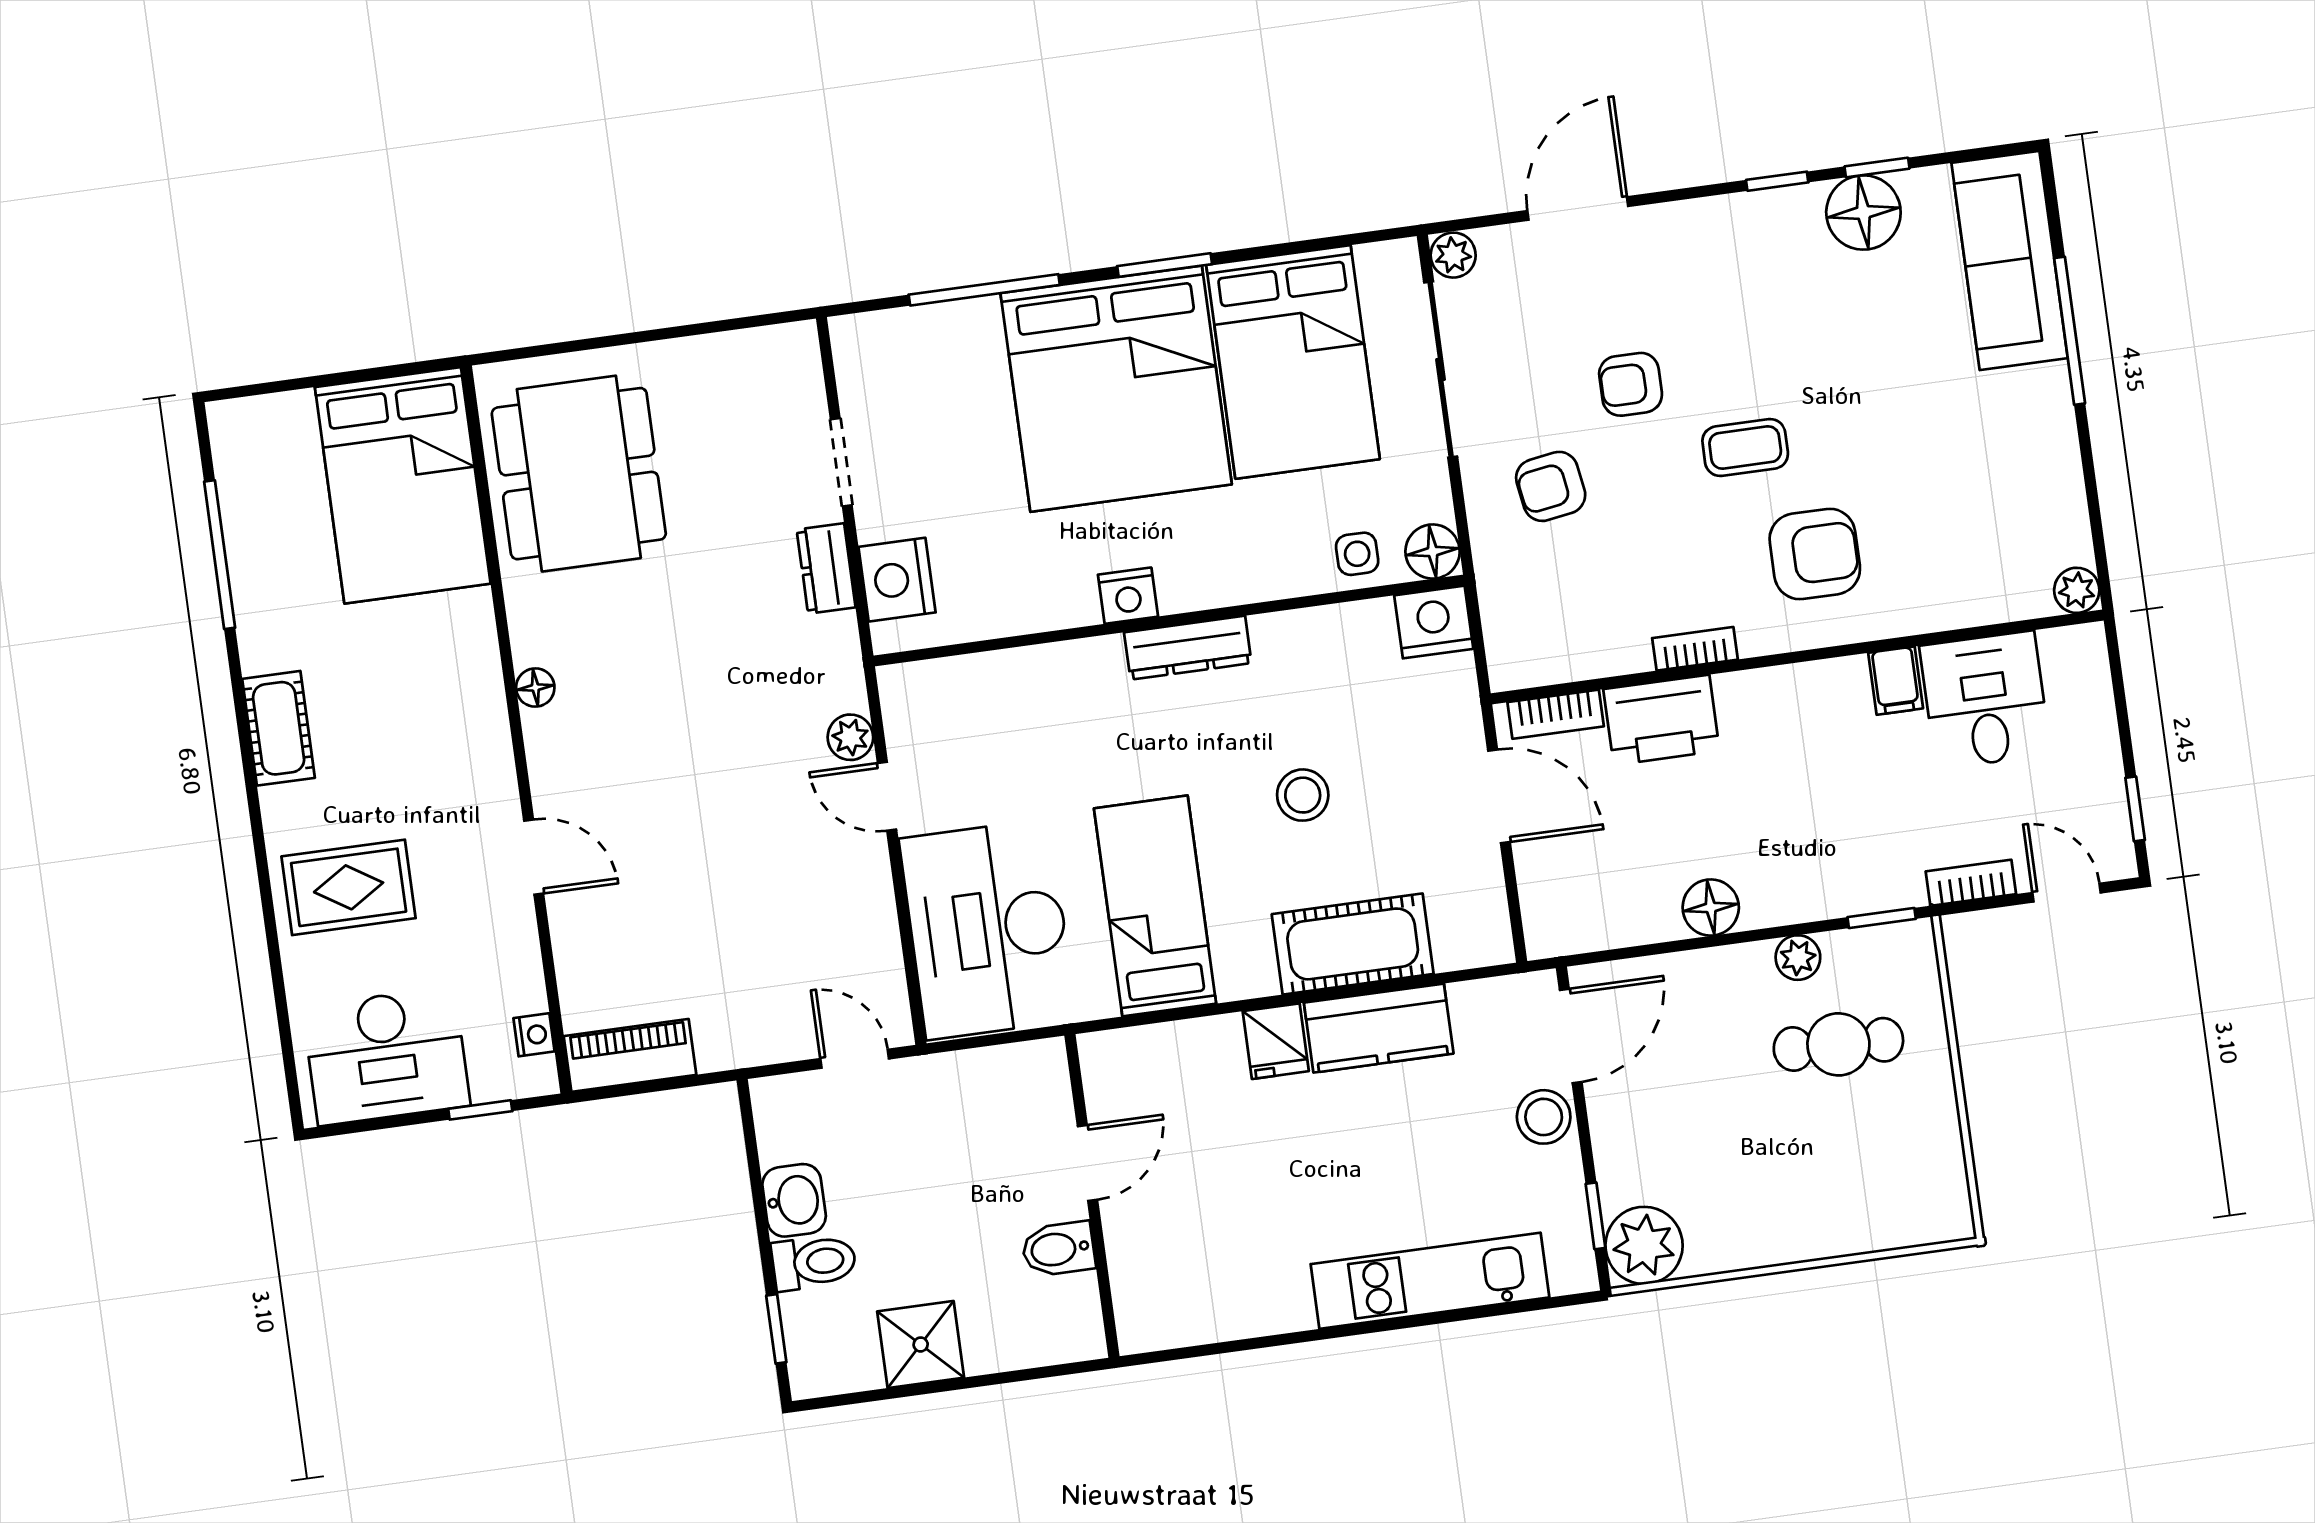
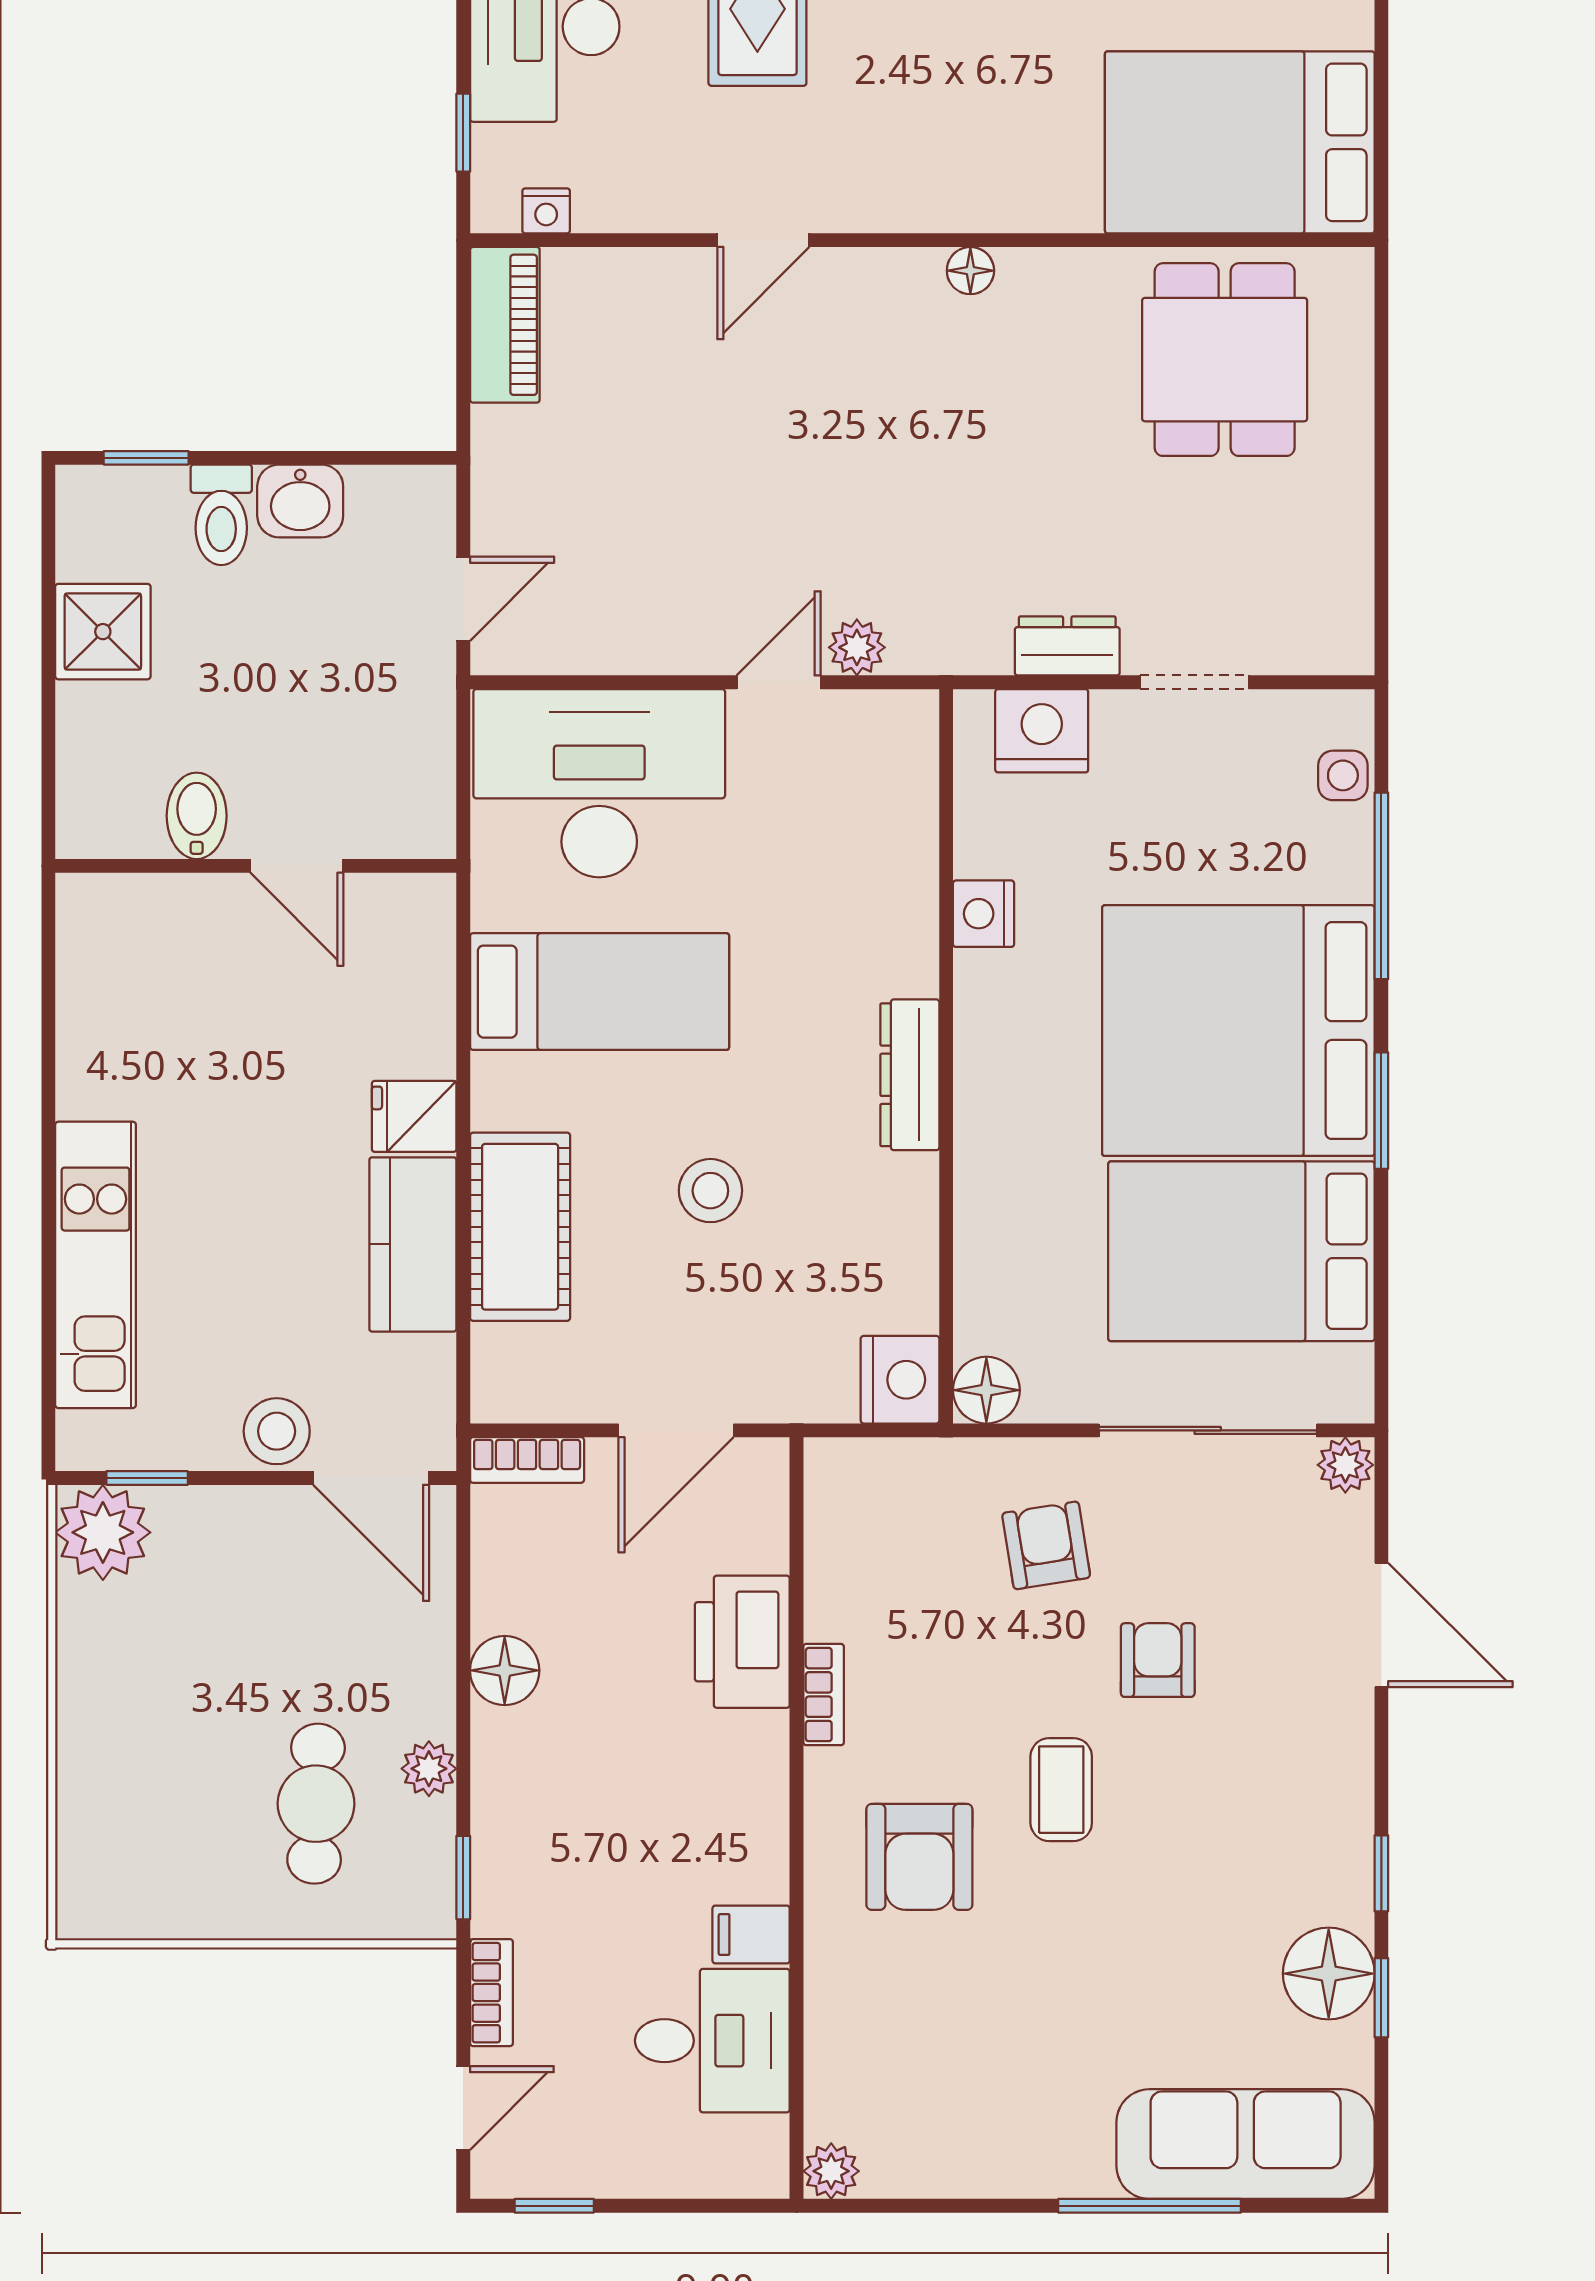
dining table: (579, 474) -> (1225, 360), width x0.73
side table: (1357, 554) -> (1343, 775), moved
nightstand: (1128, 596) -> (984, 914), moved
bookcase: (1556, 714) -> (527, 1460), moved, turned -90

